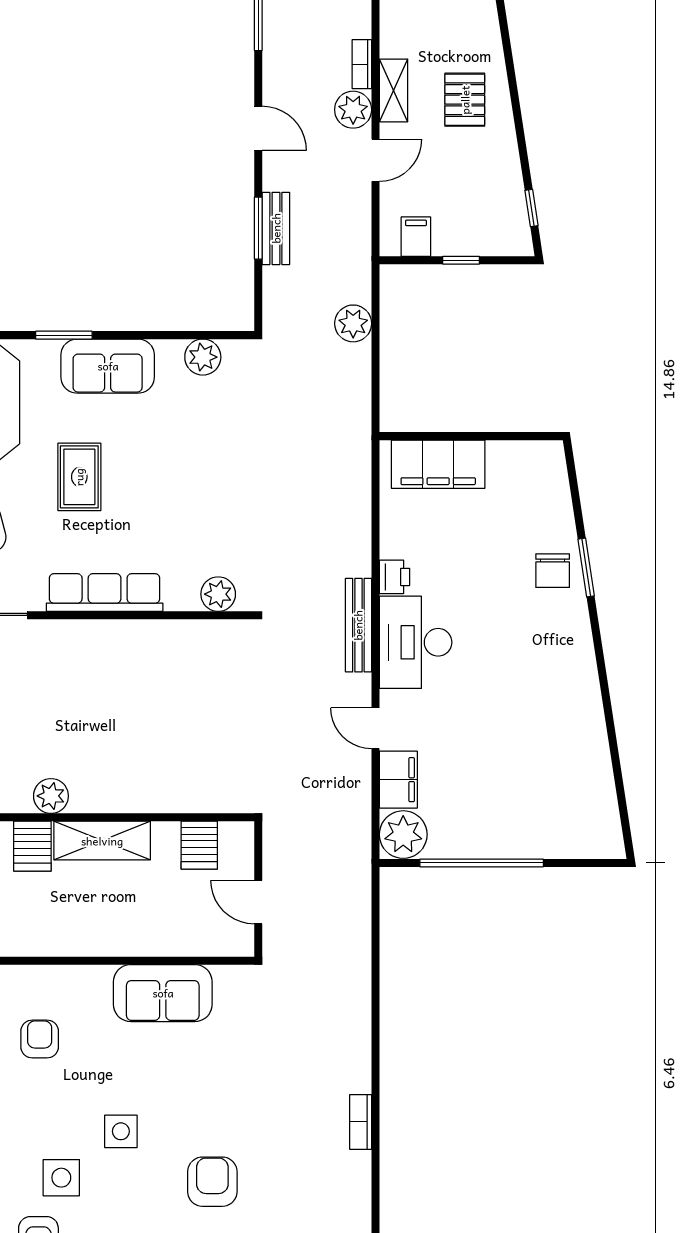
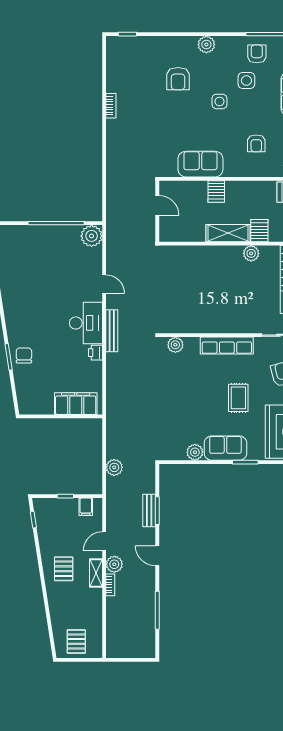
plant: (203, 357) -> (195, 452), moved
filing cabinet: (398, 780) -> (94, 261), removed
server rack: (199, 845) -> (216, 191), moved, turned 180

